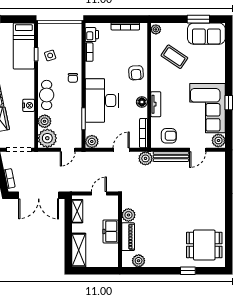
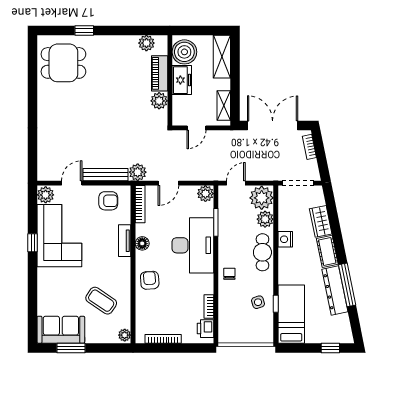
armchair: (169, 136) -> (108, 201), turned 180
boiler: (108, 254) -> (184, 52), added

